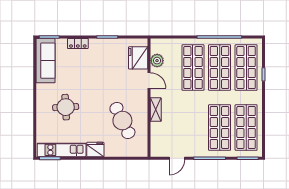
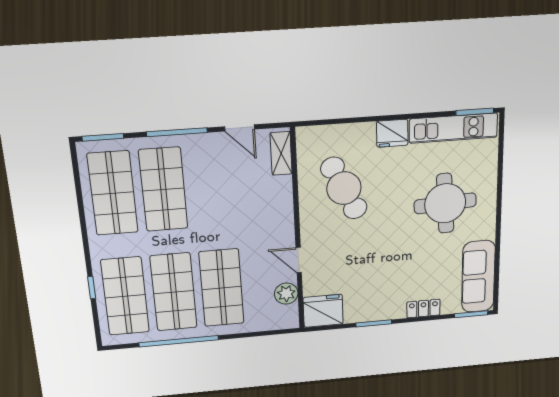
fridge: (138, 58) -> (323, 311), moved, turned -90
round table: (66, 107) -> (445, 203), width x1.36, depth x1.36
shelving: (156, 110) -> (281, 153), moved
door: (177, 158) -> (240, 128), swing flipped

